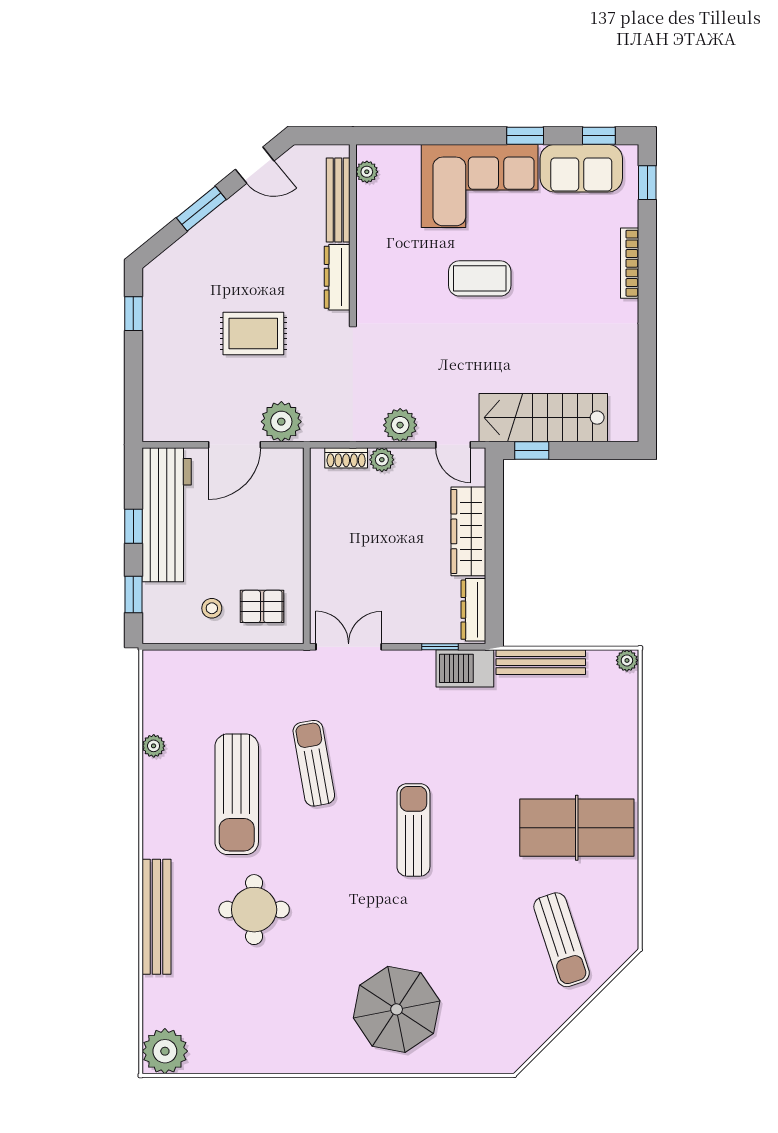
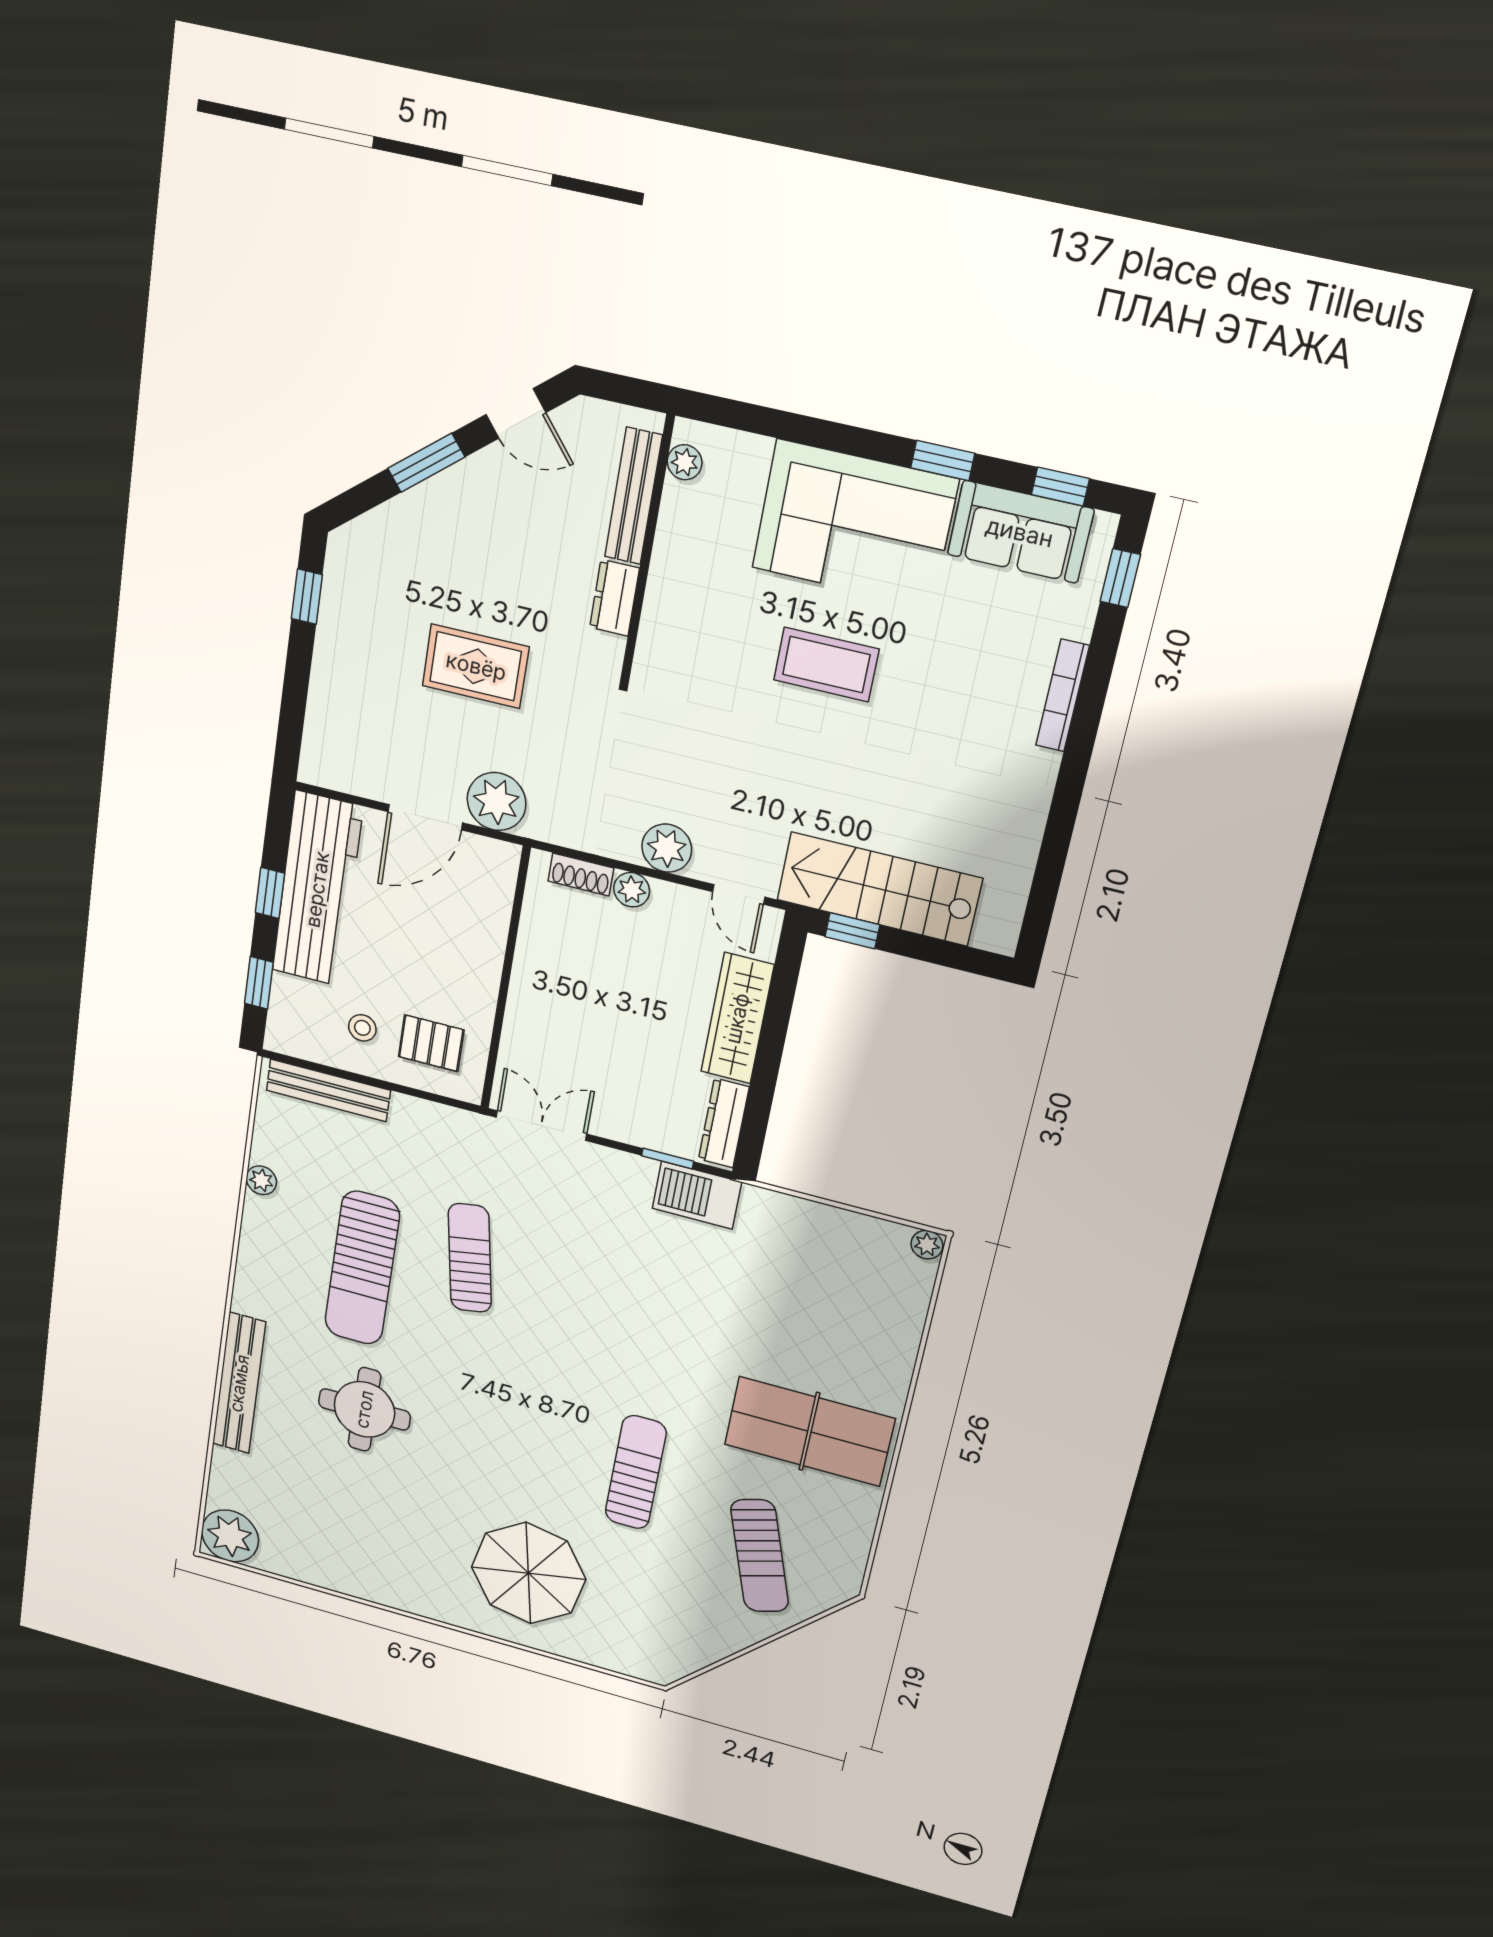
dresser: (337, 277) -> (615, 598), width x0.70
bench: (541, 662) -> (328, 1090), moved
sun lounger: (413, 830) -> (636, 1472), moved

